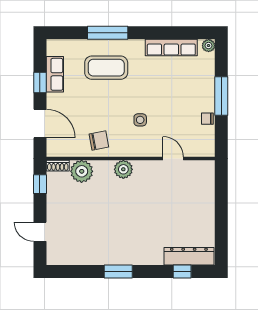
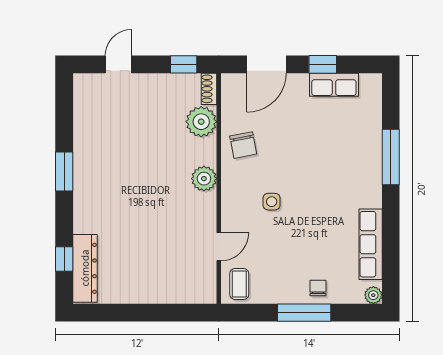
coffee table: (106, 68) -> (239, 284), moved, width x0.54, depth x0.58
chair: (207, 119) -> (318, 288), moved

